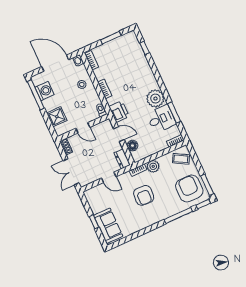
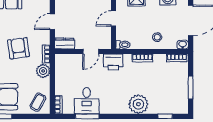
plant: (155, 99) -> (138, 104), moved
floor lamp: (132, 146) -> (73, 60), removed
armchair: (144, 195) -> (18, 48), turned 79

